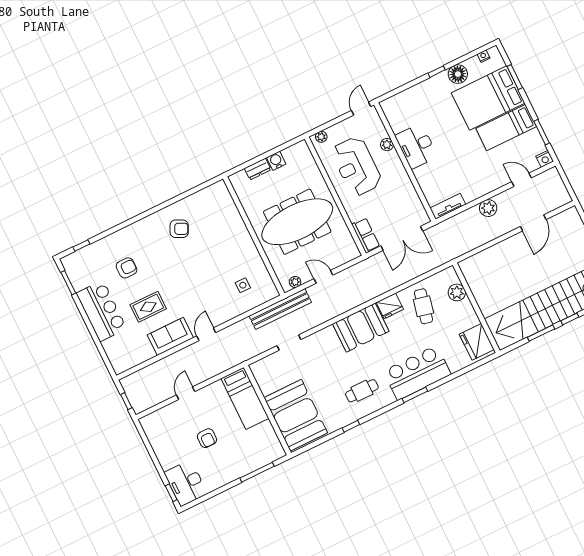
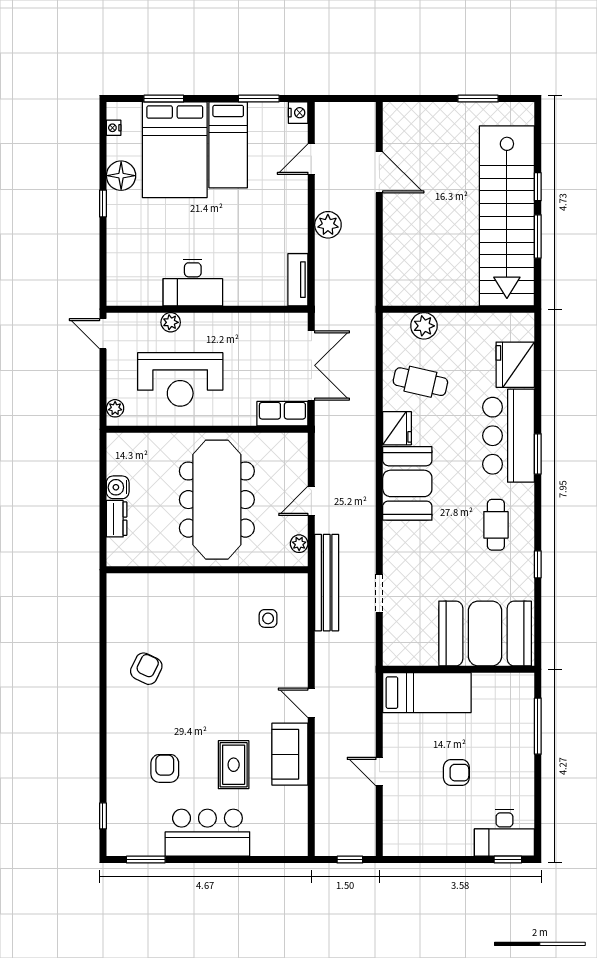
fridge: (477, 342) -> (515, 365), moved, turned 90

